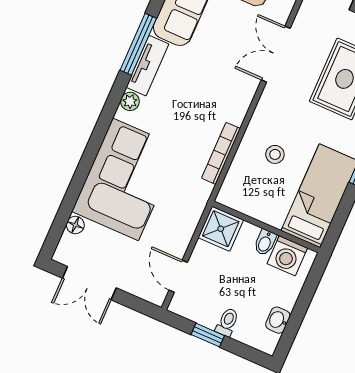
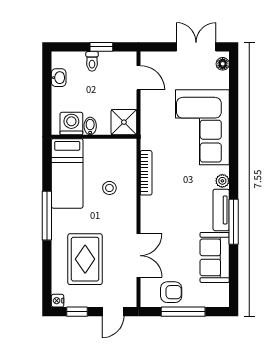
floor lamp: (75, 225) -> (223, 64), moved

